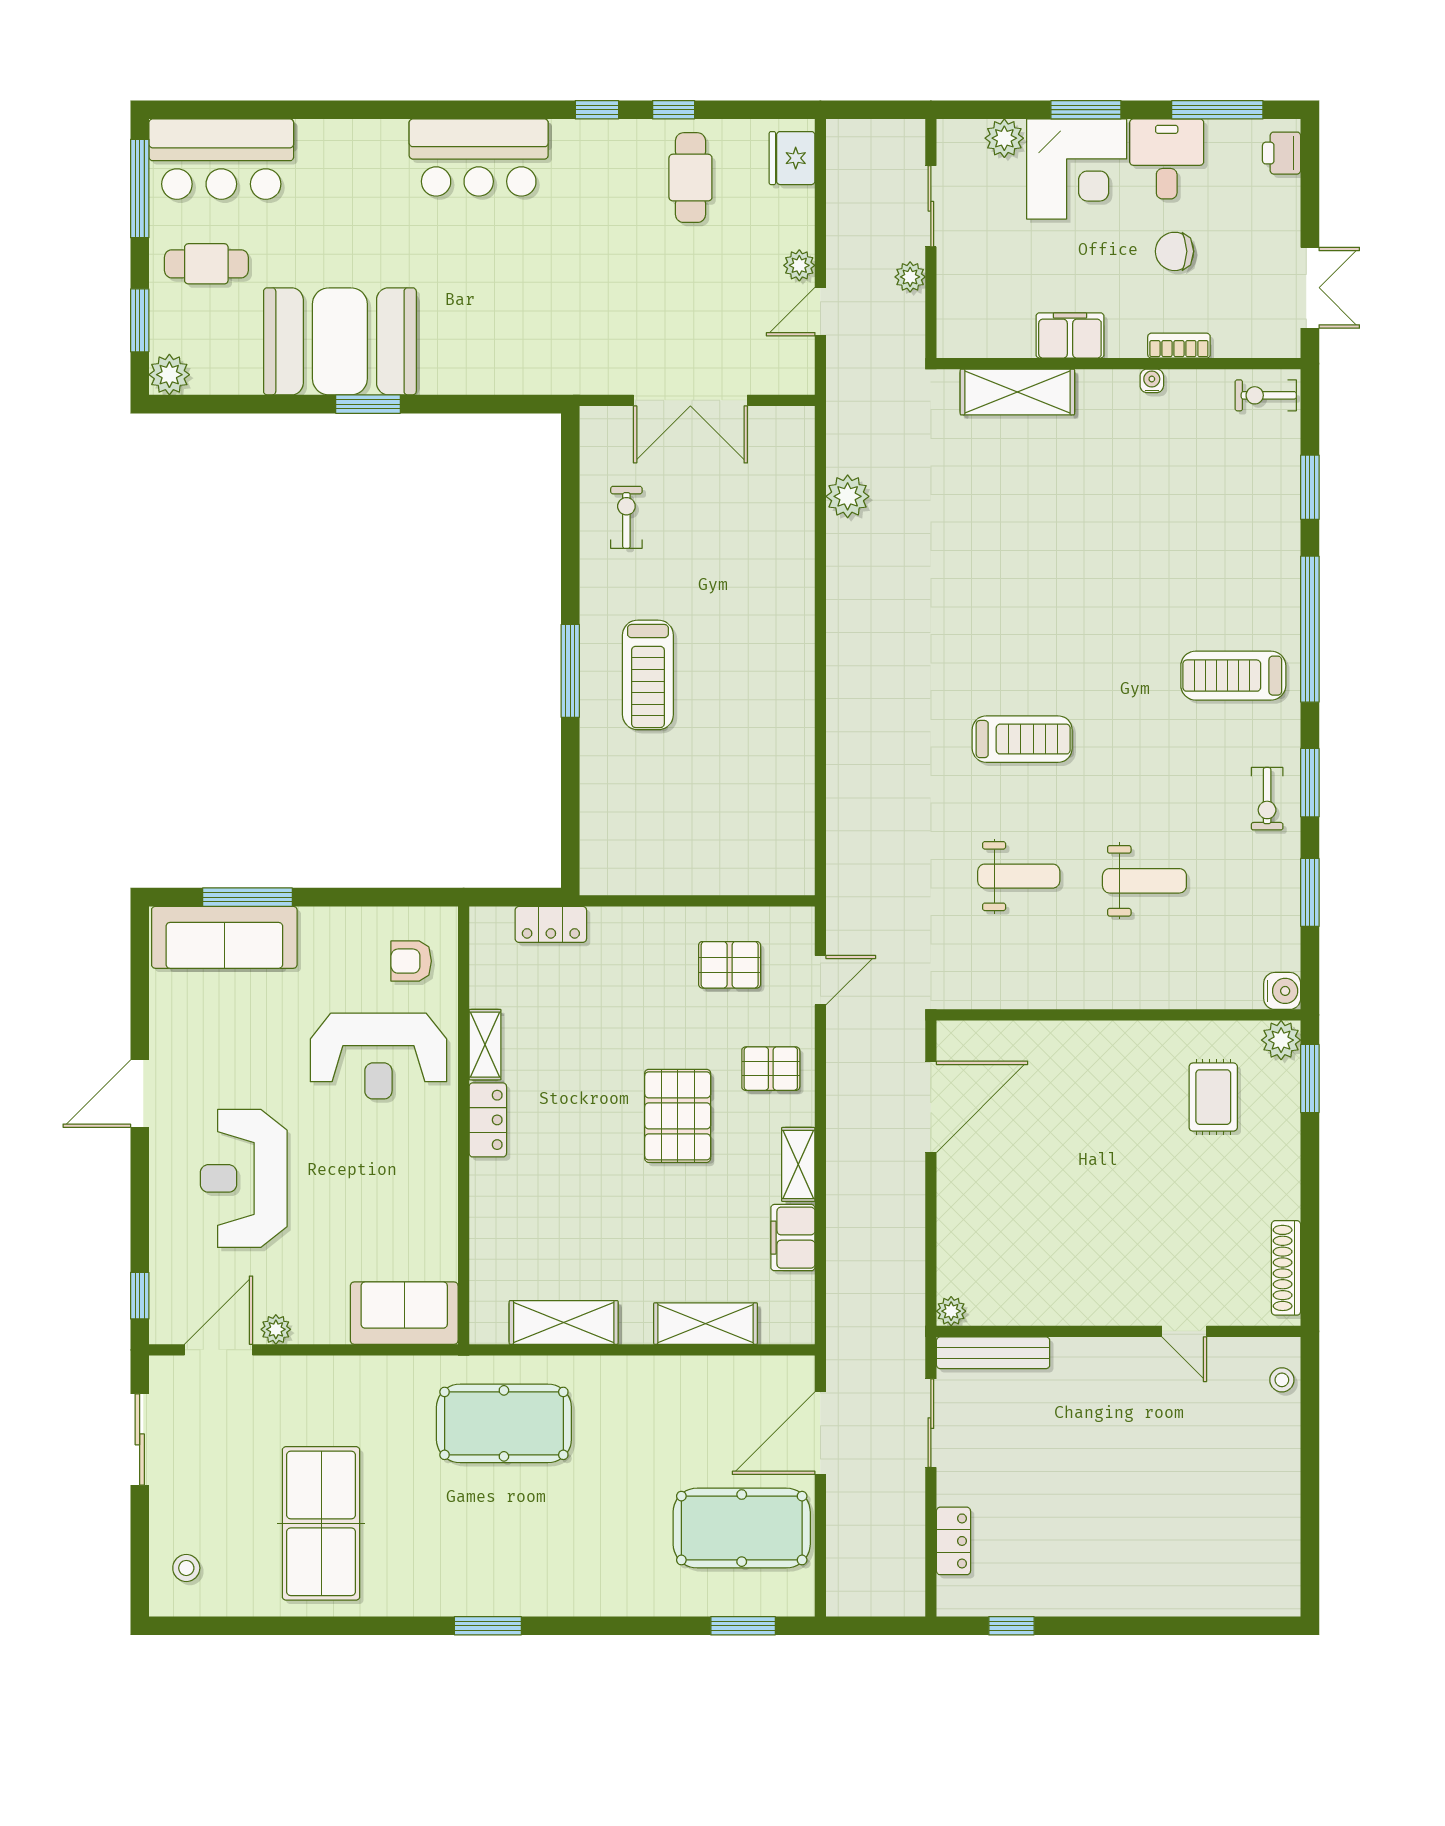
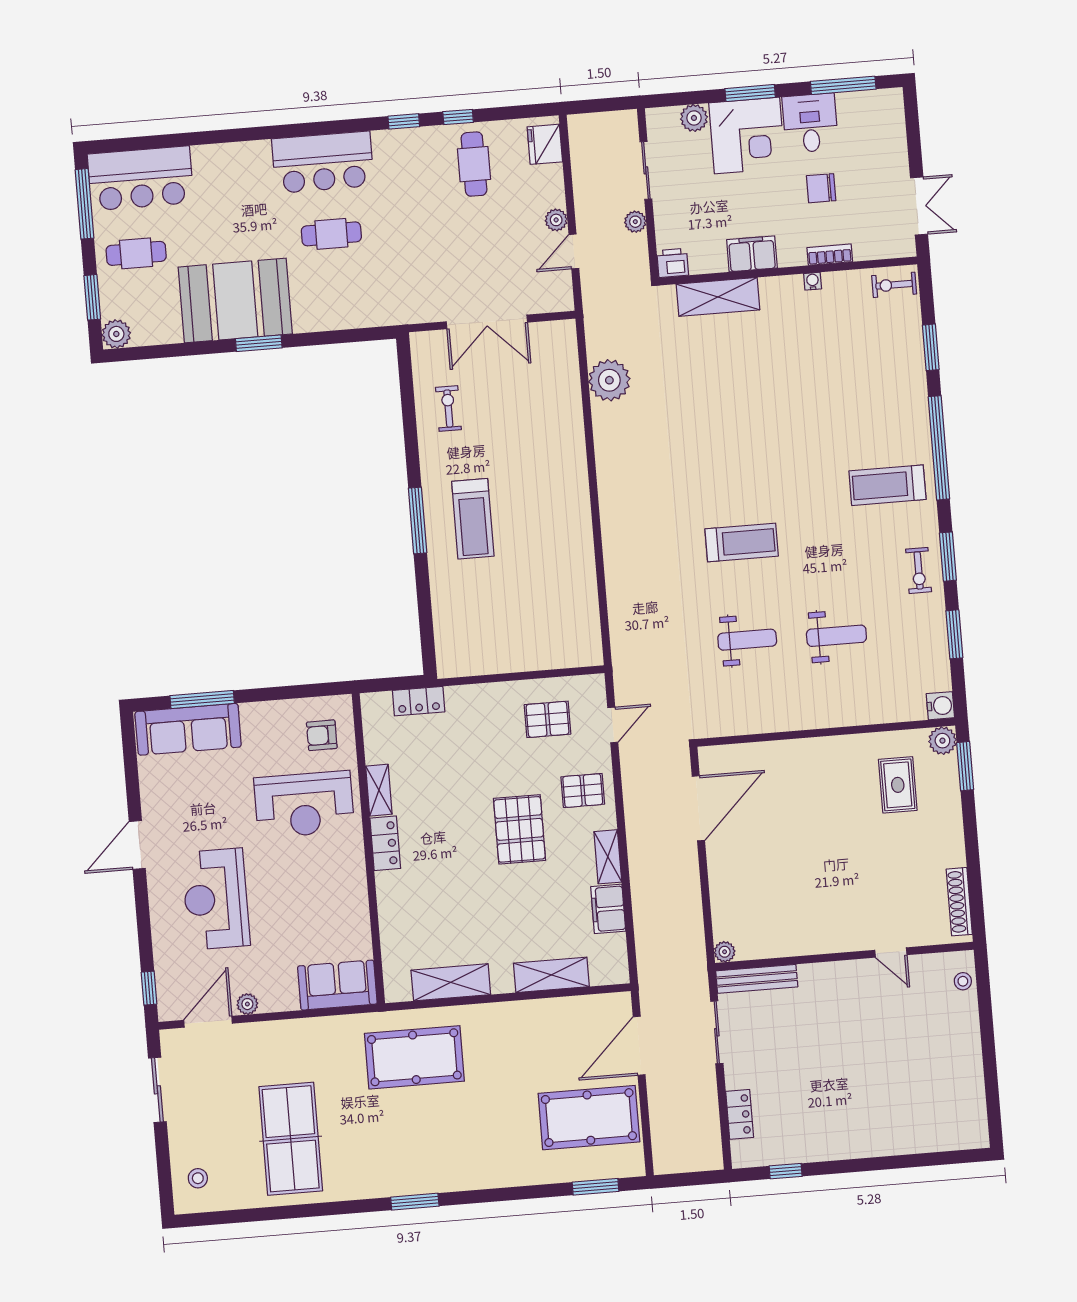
printer: (1282, 153) -> (673, 263), moved, turned 90
cafe table: (482, 259) -> (331, 234), added
plant: (848, 496) -> (609, 380), width x1.36, depth x1.36

